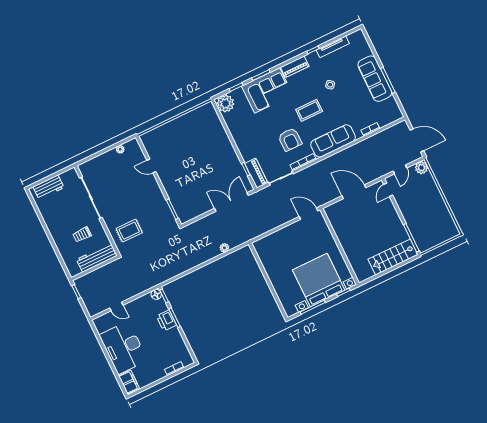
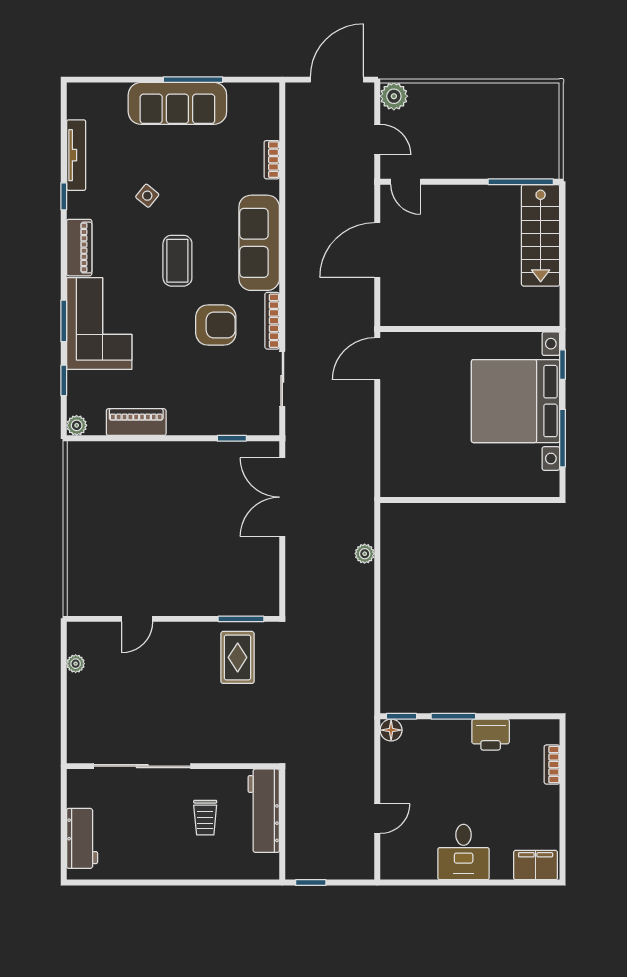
plant: (225, 103) -> (77, 425), width x0.53, depth x0.53
piano: (256, 173) -> (136, 422), moved
rug: (129, 231) -> (238, 657), moved
printer: (166, 321) -> (491, 735), moved
desk: (123, 348) -> (464, 852), width x0.53, depth x0.77

